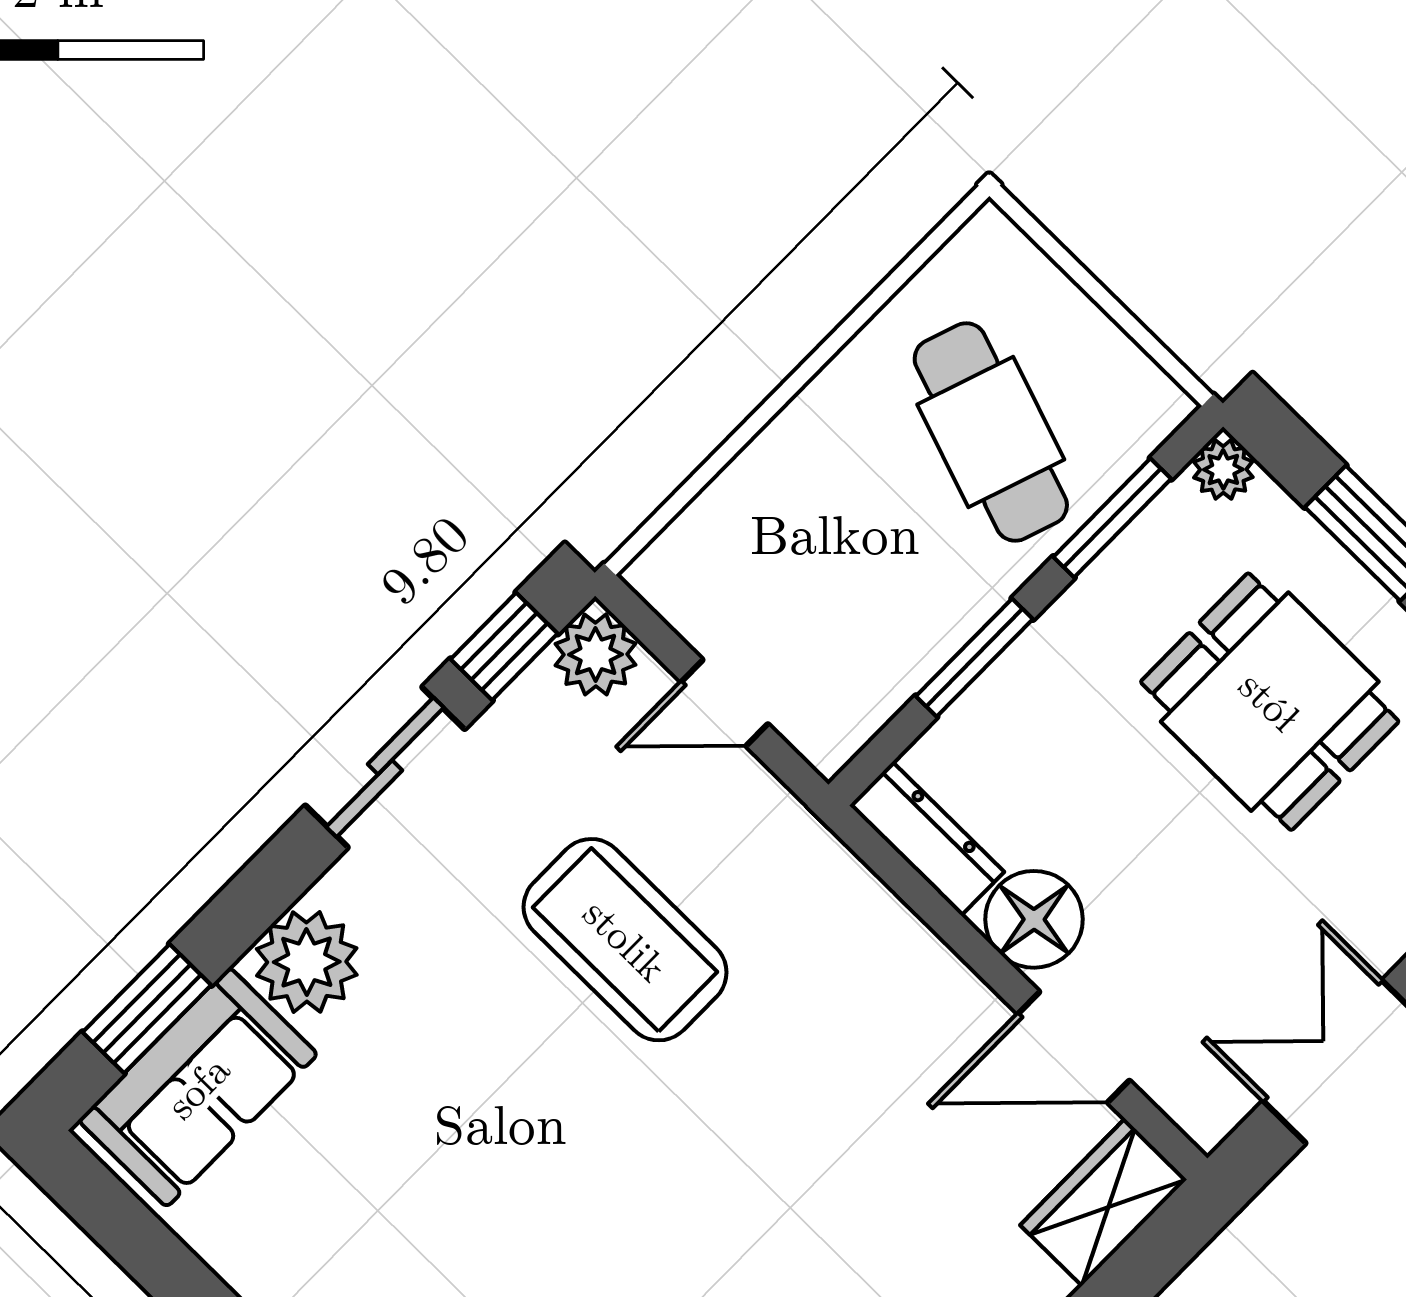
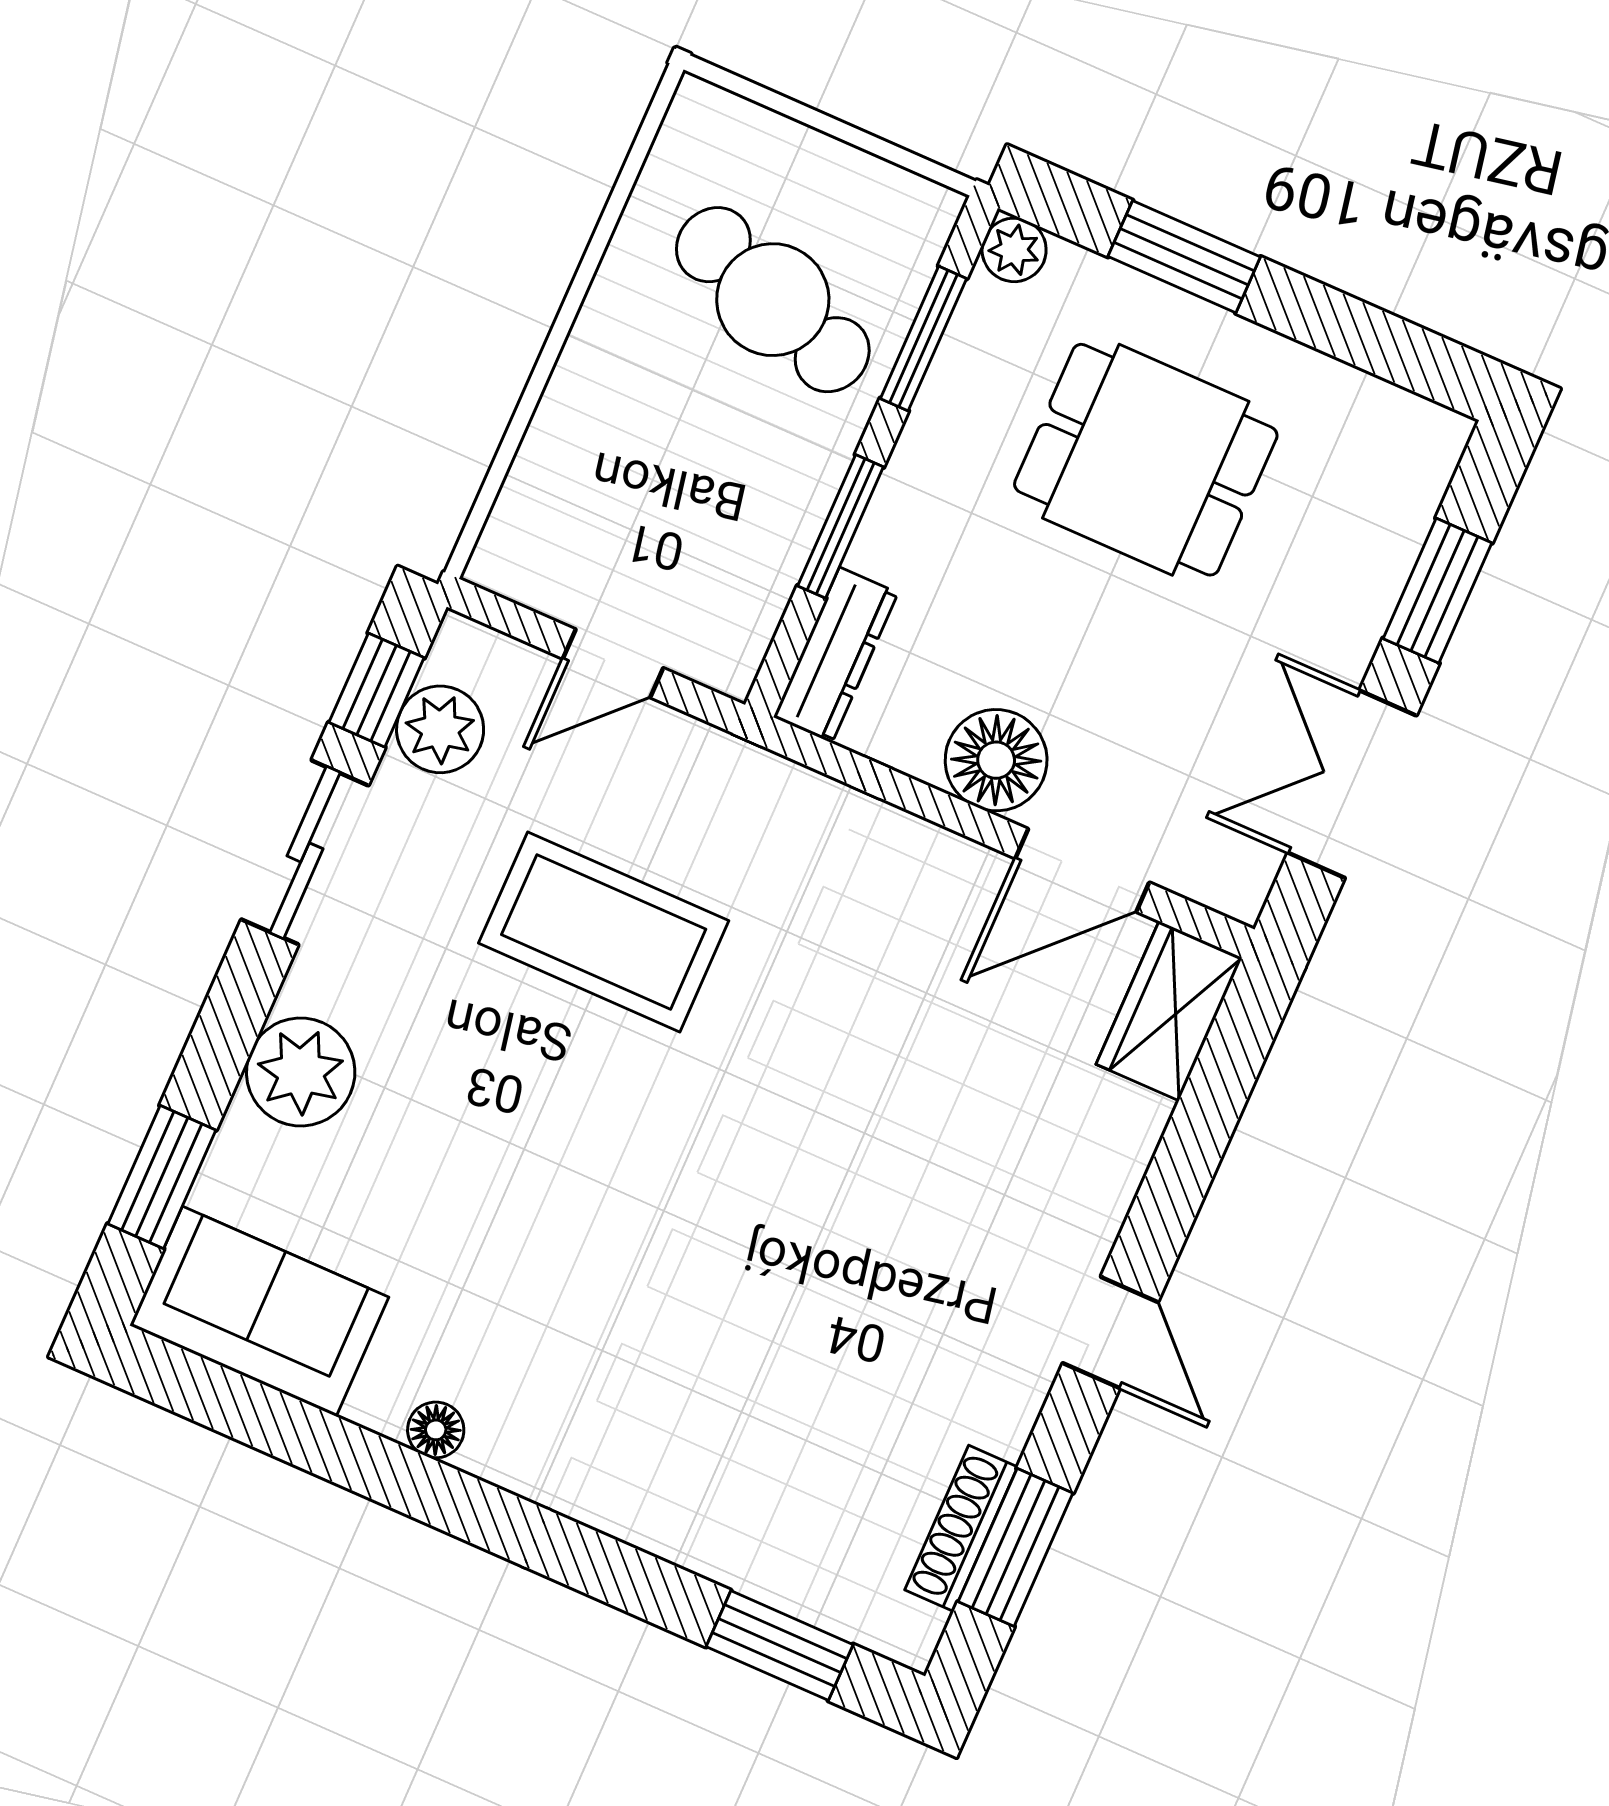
plant: (596, 654) -> (440, 729), moved
dresser: (927, 839) -> (836, 655), moved, turned 90
sofa: (198, 1087) -> (259, 1311), moved, turned -90

